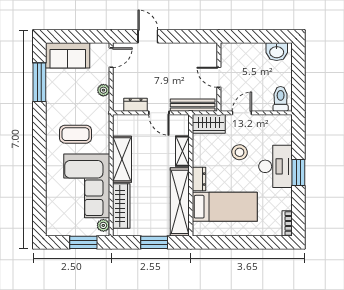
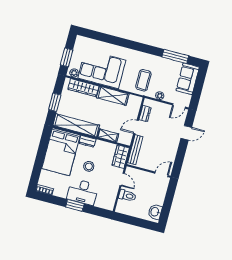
door: (111, 58) -> (179, 106), hinge flipped
door: (219, 77) -> (162, 174), moved
toilet: (281, 99) -> (127, 196), moved
coffee table: (76, 134) -> (143, 80), moved
stool: (240, 152) -> (89, 166), moved
bed: (225, 207) -> (61, 152), width x1.50

